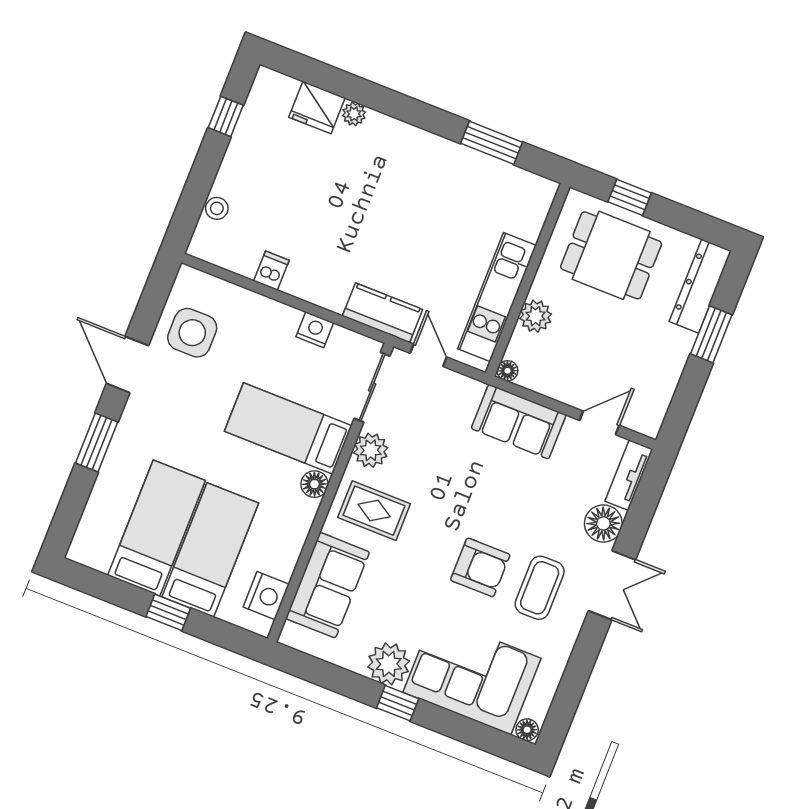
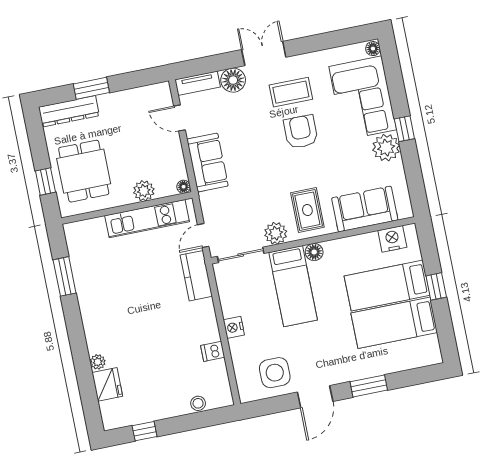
nightstand: (315, 330) -> (234, 327), moved

